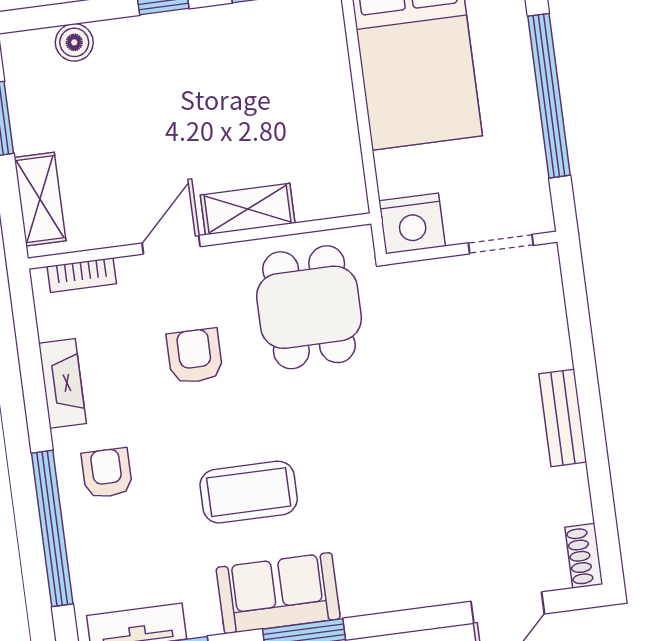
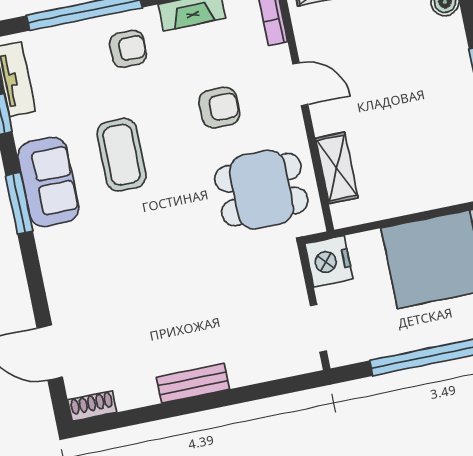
shelving: (248, 209) -> (337, 168), moved

